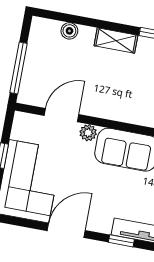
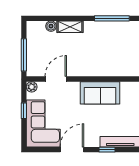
shelving: (116, 40) -> (70, 27), moved
plant: (88, 133) -> (32, 87), moved

